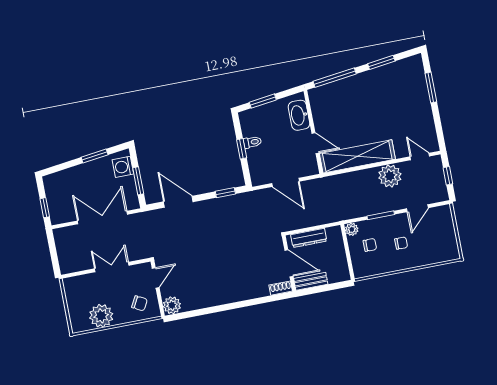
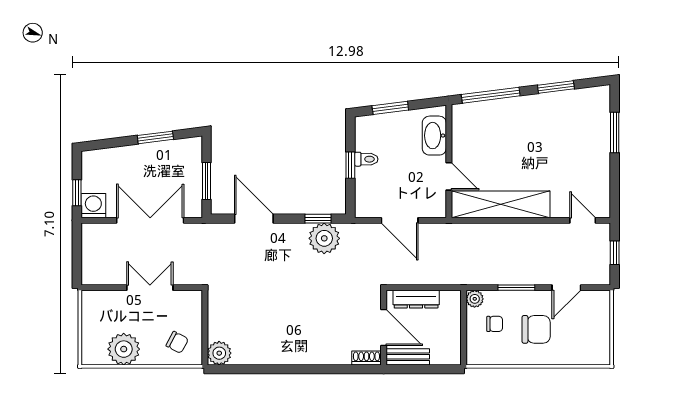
washing machine: (123, 167) -> (93, 206), moved, turned 90
plant: (390, 176) -> (324, 238), moved
chair: (401, 243) -> (536, 329), width x1.87, depth x1.87
door: (156, 278) -> (205, 313), removed

